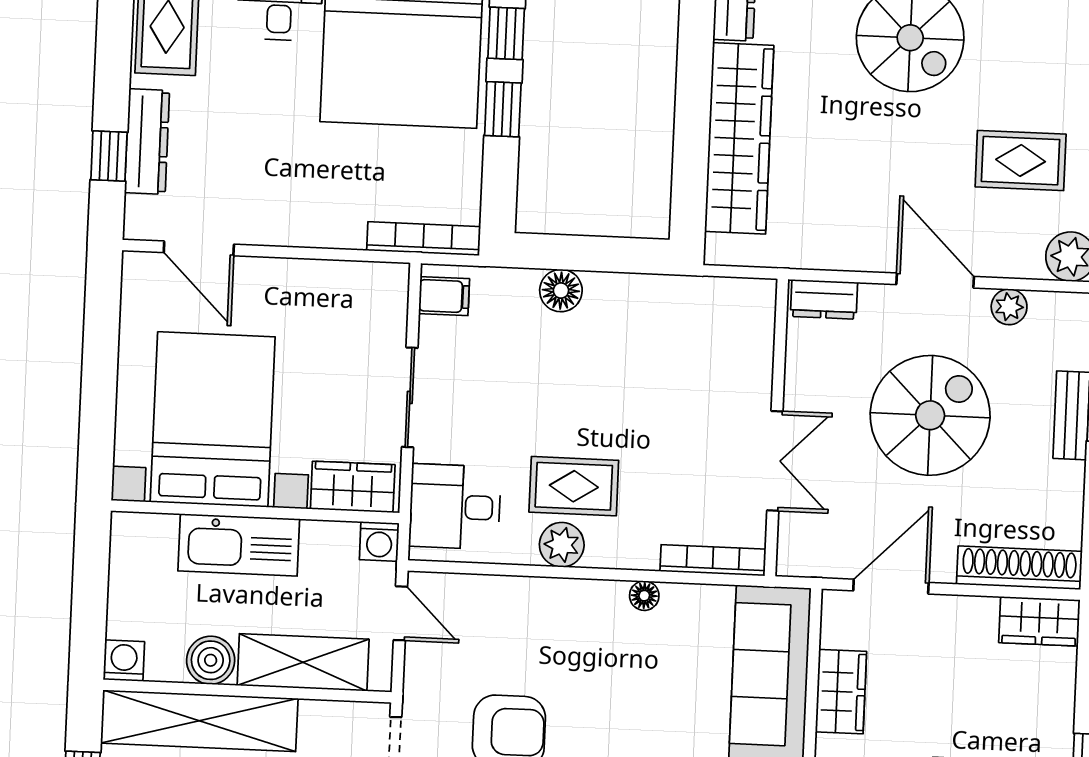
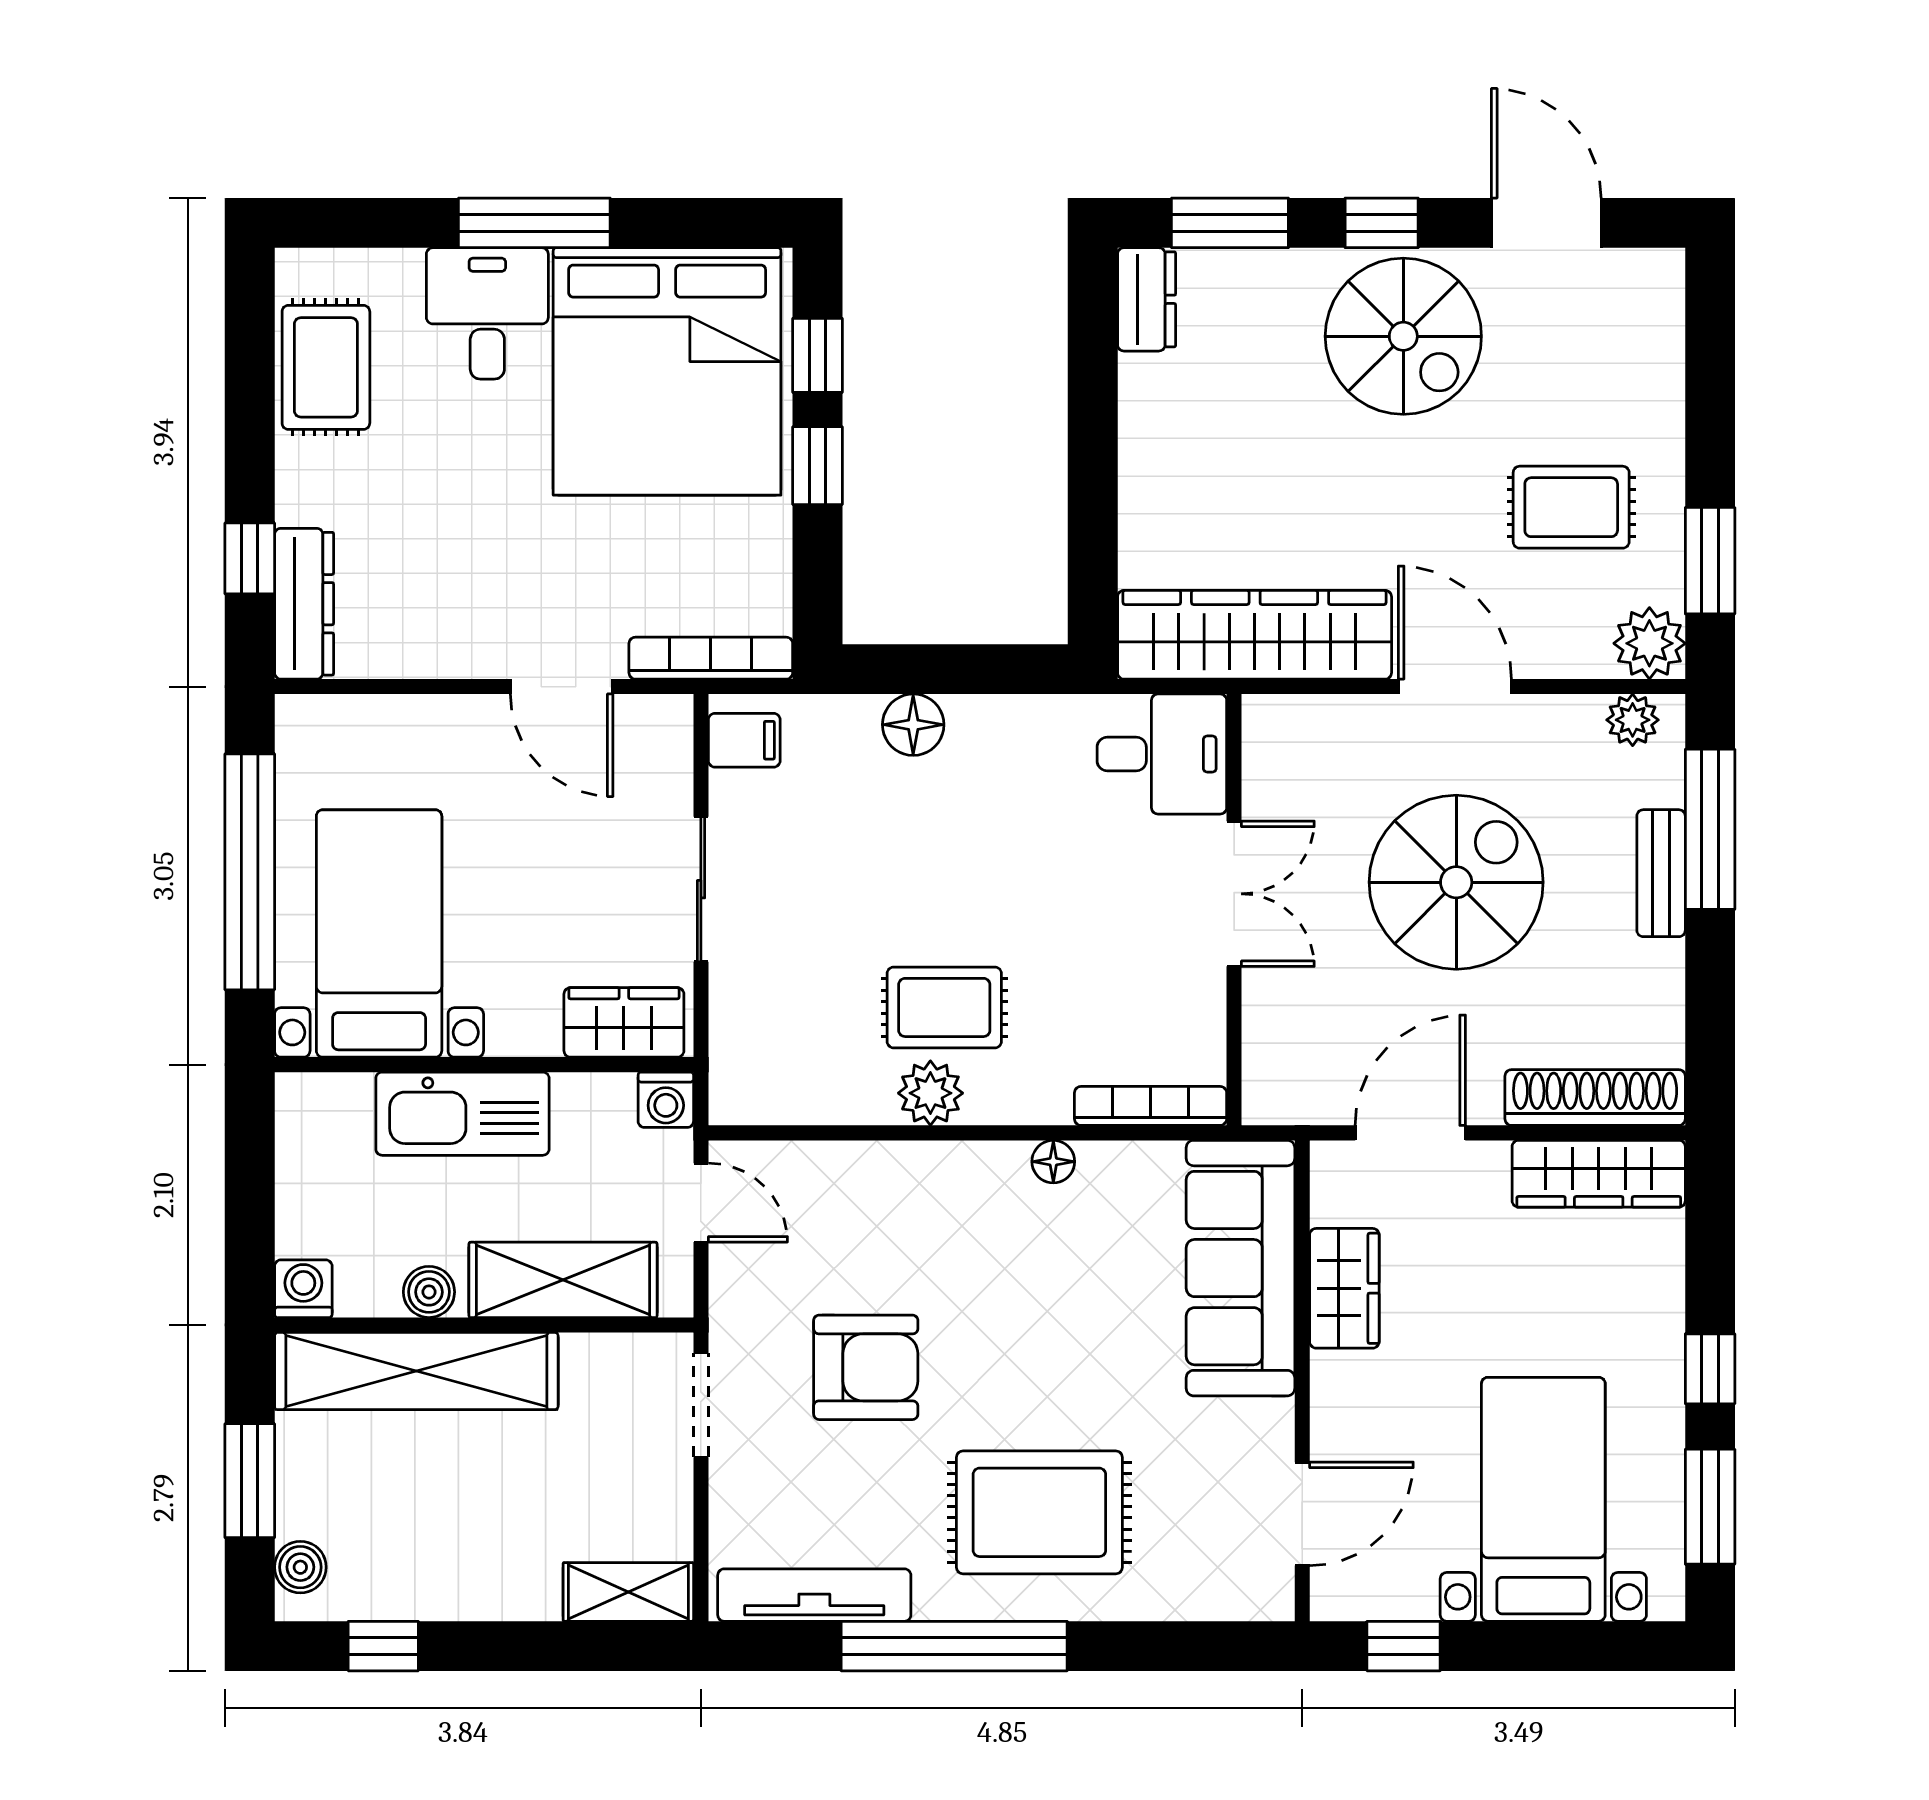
wardrobe: (739, 138) -> (1255, 635), moved, turned -90
dresser: (147, 142) -> (304, 604), moved
door: (199, 248) -> (562, 687), moved
dresser: (824, 299) -> (1295, 721), removed
plant: (1009, 307) -> (1633, 720), moved
window: (100, 372) -> (250, 872), added
bed with nightstands: (213, 419) -> (379, 934), width x0.73
double door: (775, 461) -> (1234, 894), moved
desk: (455, 507) -> (1162, 754), moved, turned 180
wardrobe: (1039, 621) -> (1599, 1174), width x1.50
boiler: (211, 660) -> (429, 1292), width x0.73, depth x0.73

